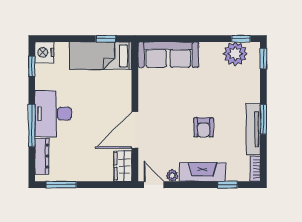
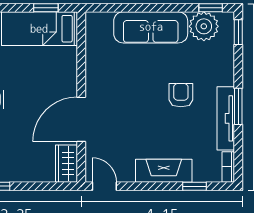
sofa: (168, 55) -> (151, 27), moved
armchair: (204, 127) -> (181, 95), moved, turned 180
plant: (172, 176) -> (127, 175), removed

